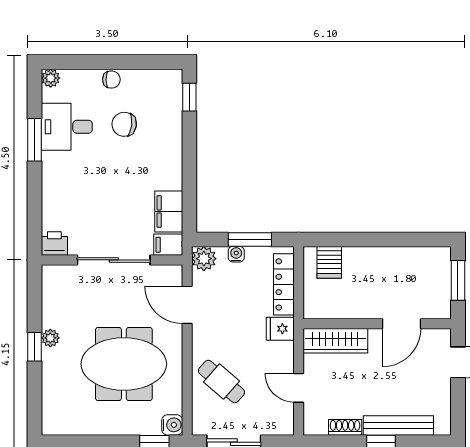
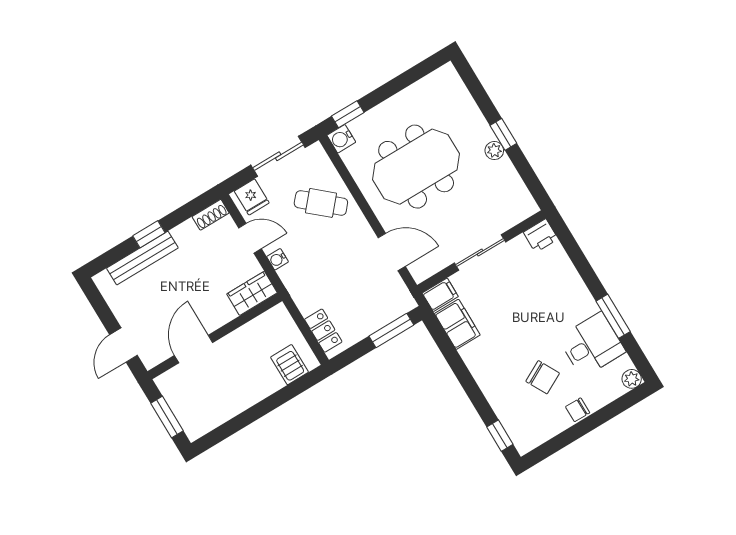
chair: (124, 124) -> (543, 377), turned 55
window: (250, 240) -> (391, 331), moved
water cooler: (236, 254) -> (277, 259), moved, turned 90
plant: (204, 259) -> (402, 302), removed
sliding door: (114, 260) -> (480, 253), width x0.73
locker: (284, 284) -> (323, 331), width x0.66
fridge: (280, 329) -> (252, 197), moved, turned 90
wardrobe: (335, 341) -> (252, 293), width x0.67
shoe rack: (345, 427) -> (211, 215), moved

